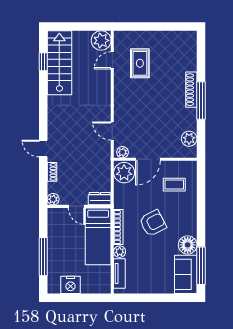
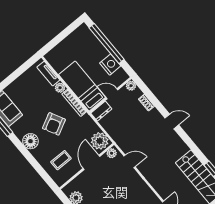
door: (43, 149) -> (172, 121), moved
floor lamp: (188, 245) -> (30, 141), moved
window: (43, 257) -> (107, 43), width x1.46
nightstand: (70, 285) -> (110, 65), moved, turned 90

